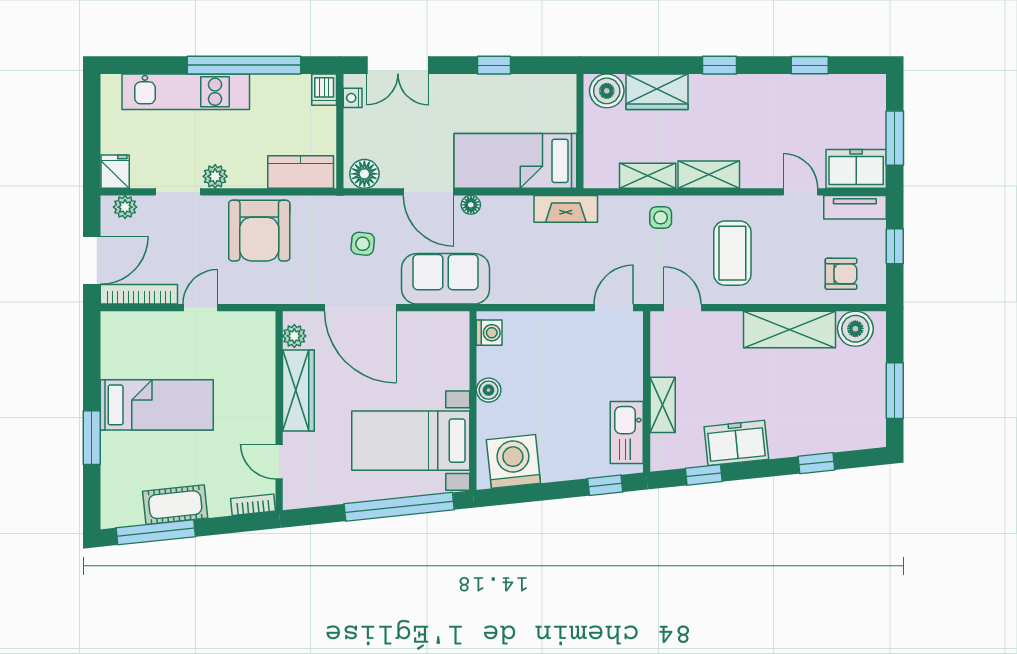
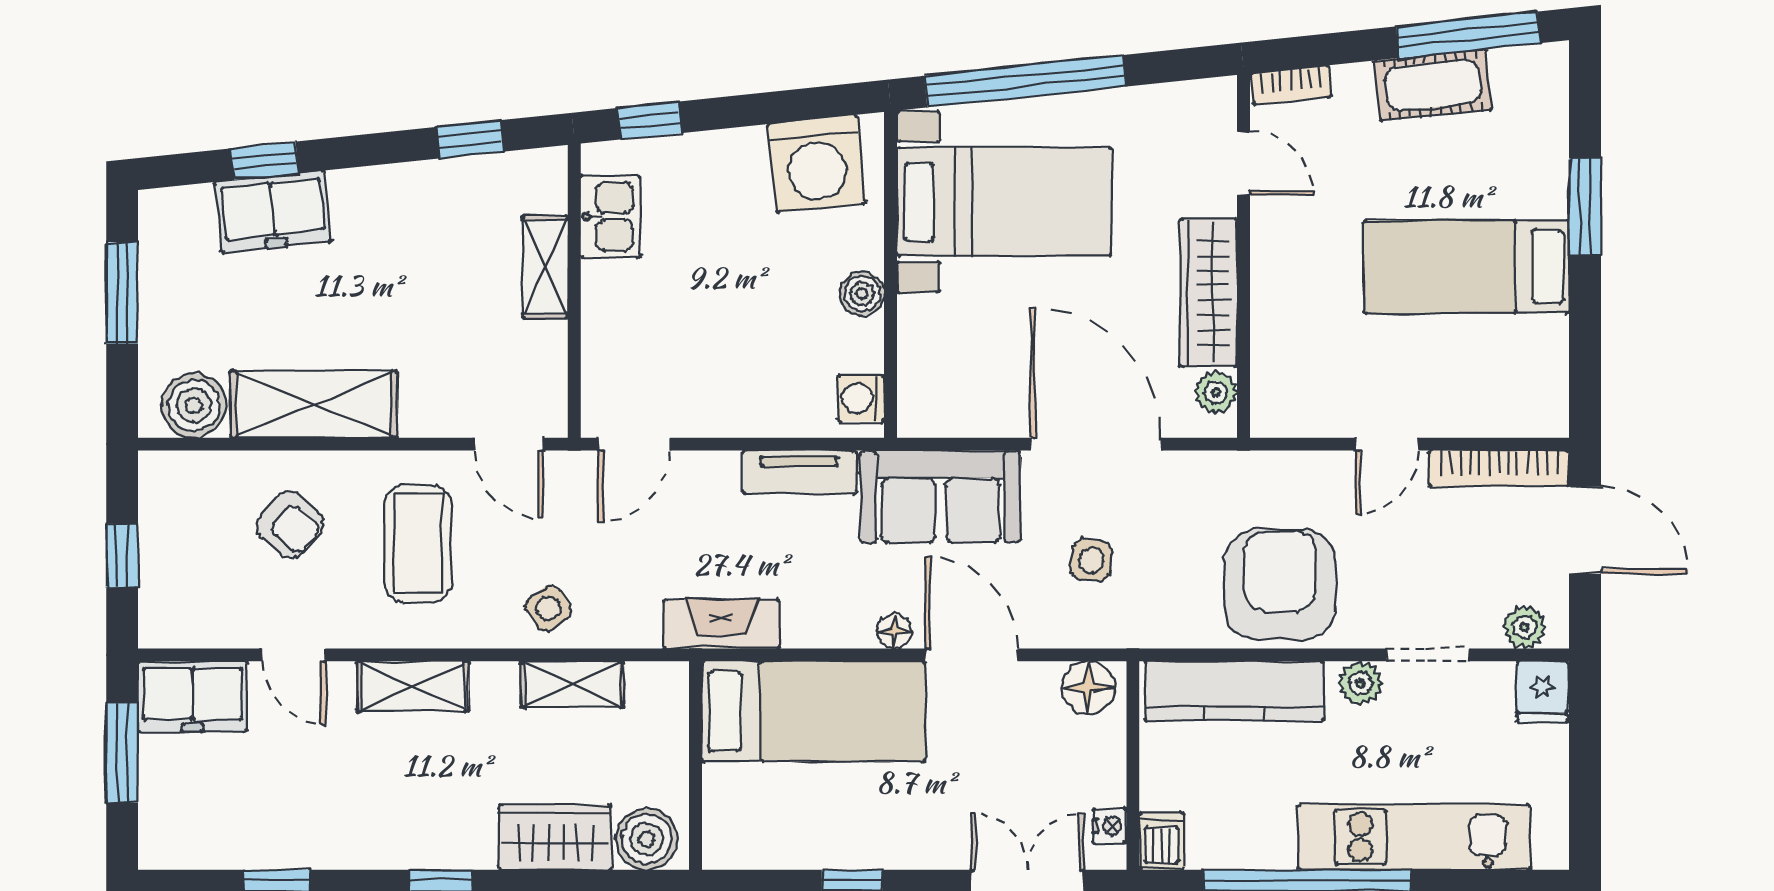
kitchen counter: (301, 172) -> (1234, 691), width x1.50
shelving: (709, 175) -> (413, 686), moved
tv unit: (855, 207) -> (800, 472), moved, turned 180
side table: (661, 218) -> (549, 608), turned -33
door: (92, 260) -> (1585, 530), swing flipped
armchair: (841, 274) -> (290, 525), moved, turned -139
kitchen sink: (627, 433) -> (610, 216), width x0.73
freezer: (736, 443) -> (273, 212), moved

